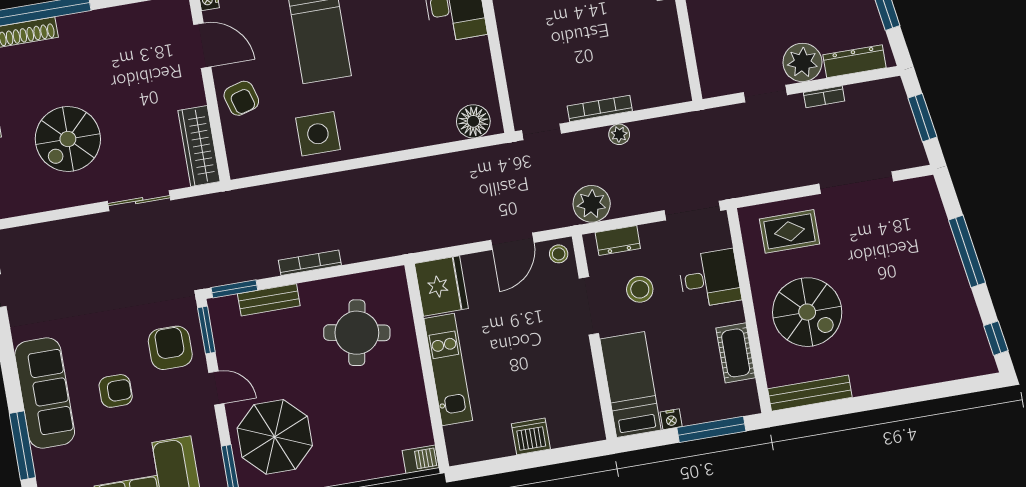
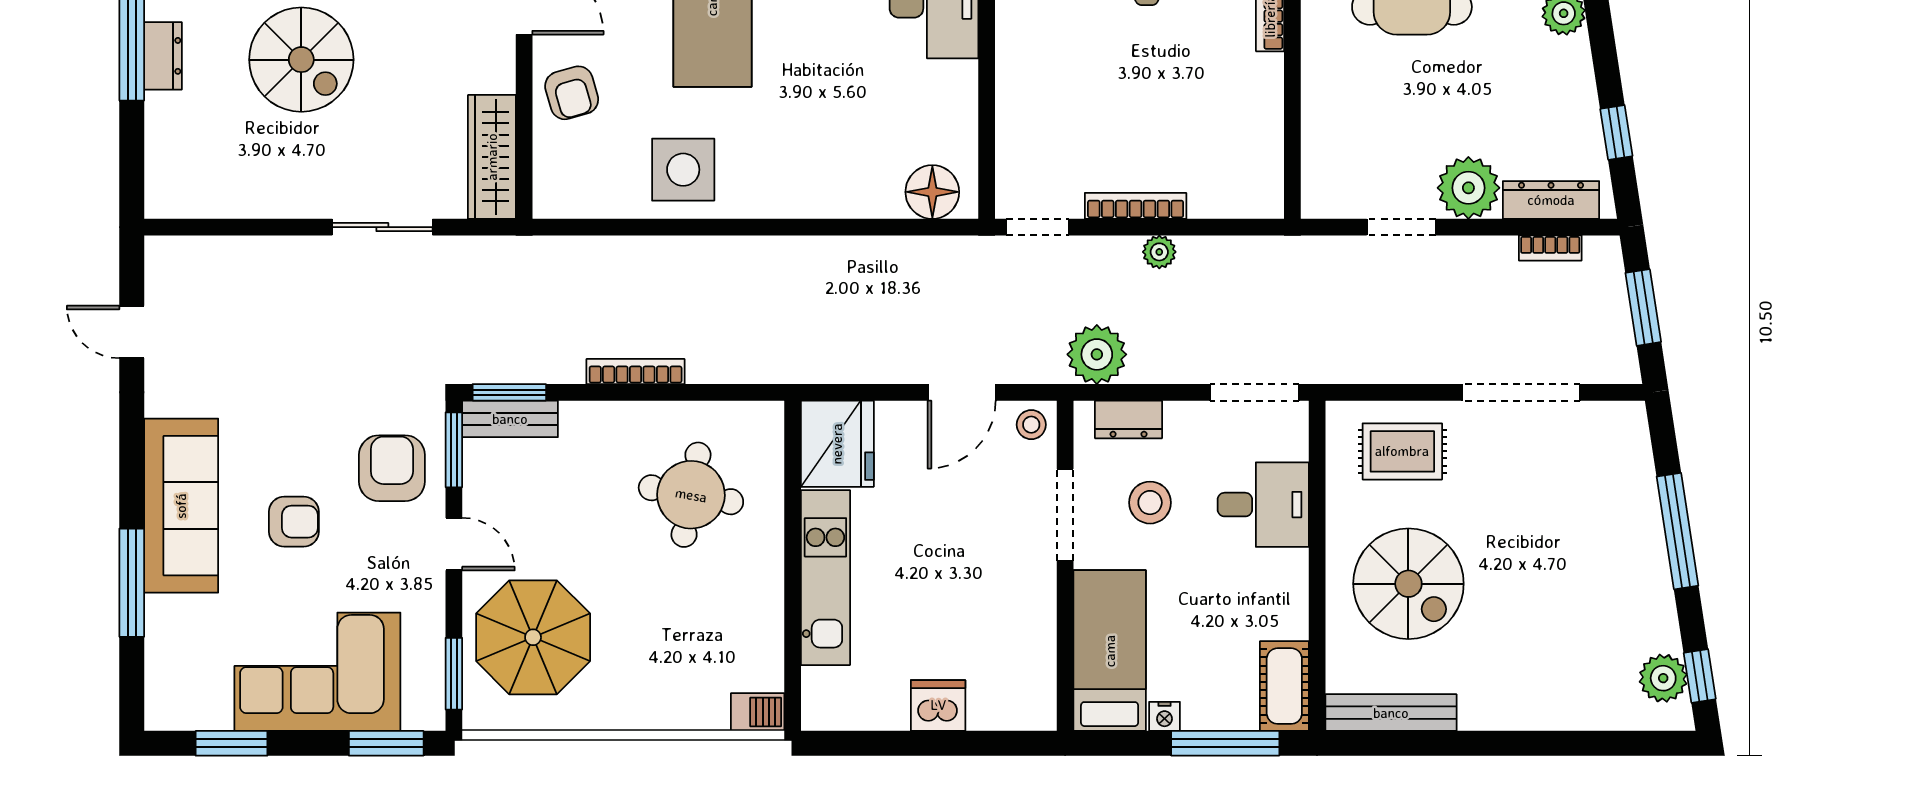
bookcase: (824, 97) -> (1550, 248), moved
spiral stairs: (68, 139) -> (301, 60), moved, turned -90
bench: (269, 300) -> (510, 419), moved
plant: (974, 343) -> (1663, 678), added
cot: (736, 353) -> (1284, 686), moved

